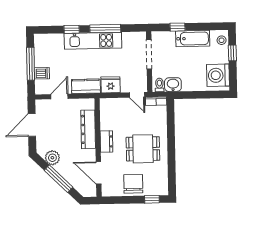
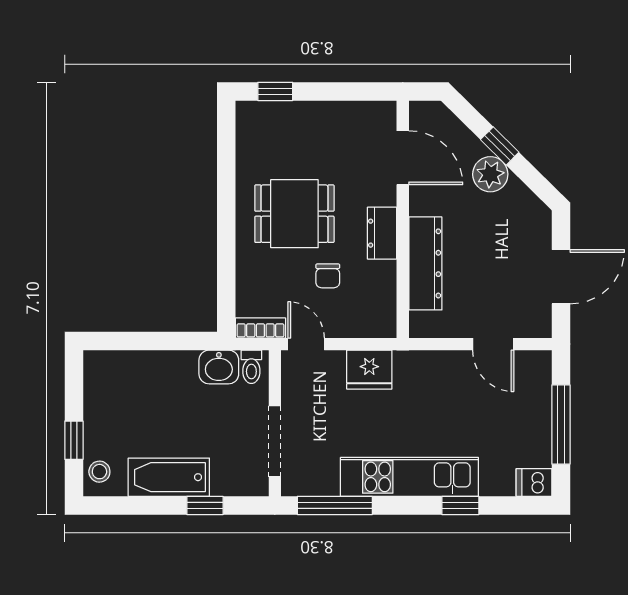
window: (105, 29) -> (335, 505), moved
dishwasher: (42, 73) -> (534, 482), moved
washing machine: (218, 75) -> (110, 387), removed
kitchen counter: (86, 86) -> (429, 367), removed
door: (59, 96) -> (493, 344), hinge flipped
plant: (52, 158) -> (490, 174), moved
window: (58, 179) -> (500, 146), width x0.46
chair: (133, 184) -> (328, 276), moved, width x0.54, depth x0.54

